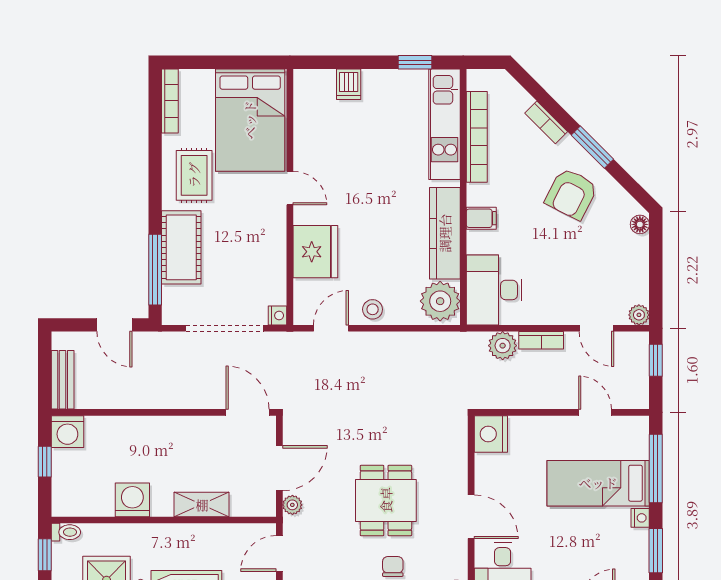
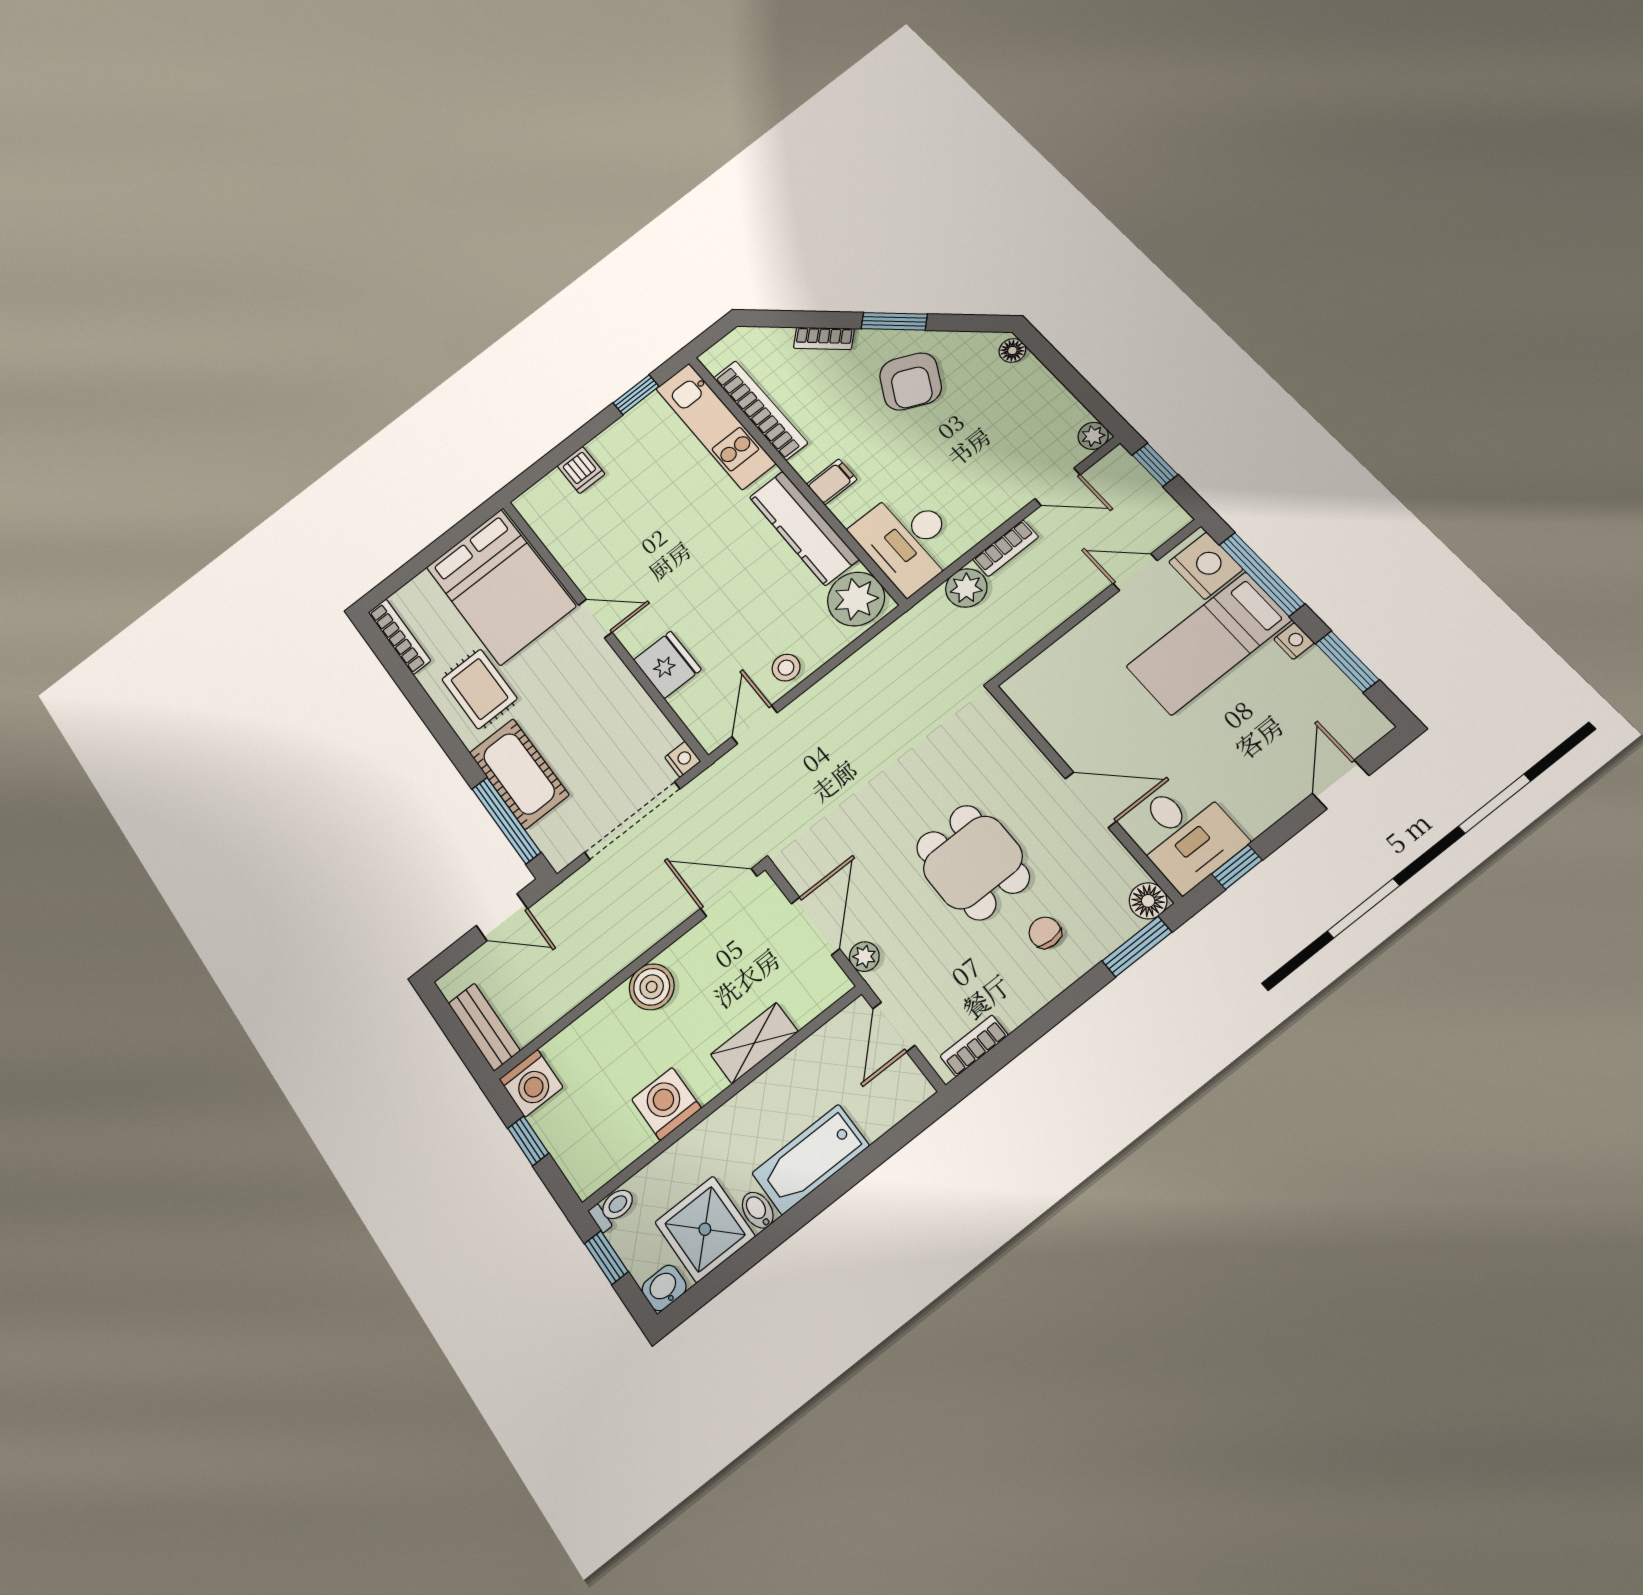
fridge: (315, 252) -> (667, 665), width x0.73, depth x0.75
boiler: (169, 431) -> (652, 987), added
nightstand: (491, 434) -> (1206, 566), moved, turned 180

